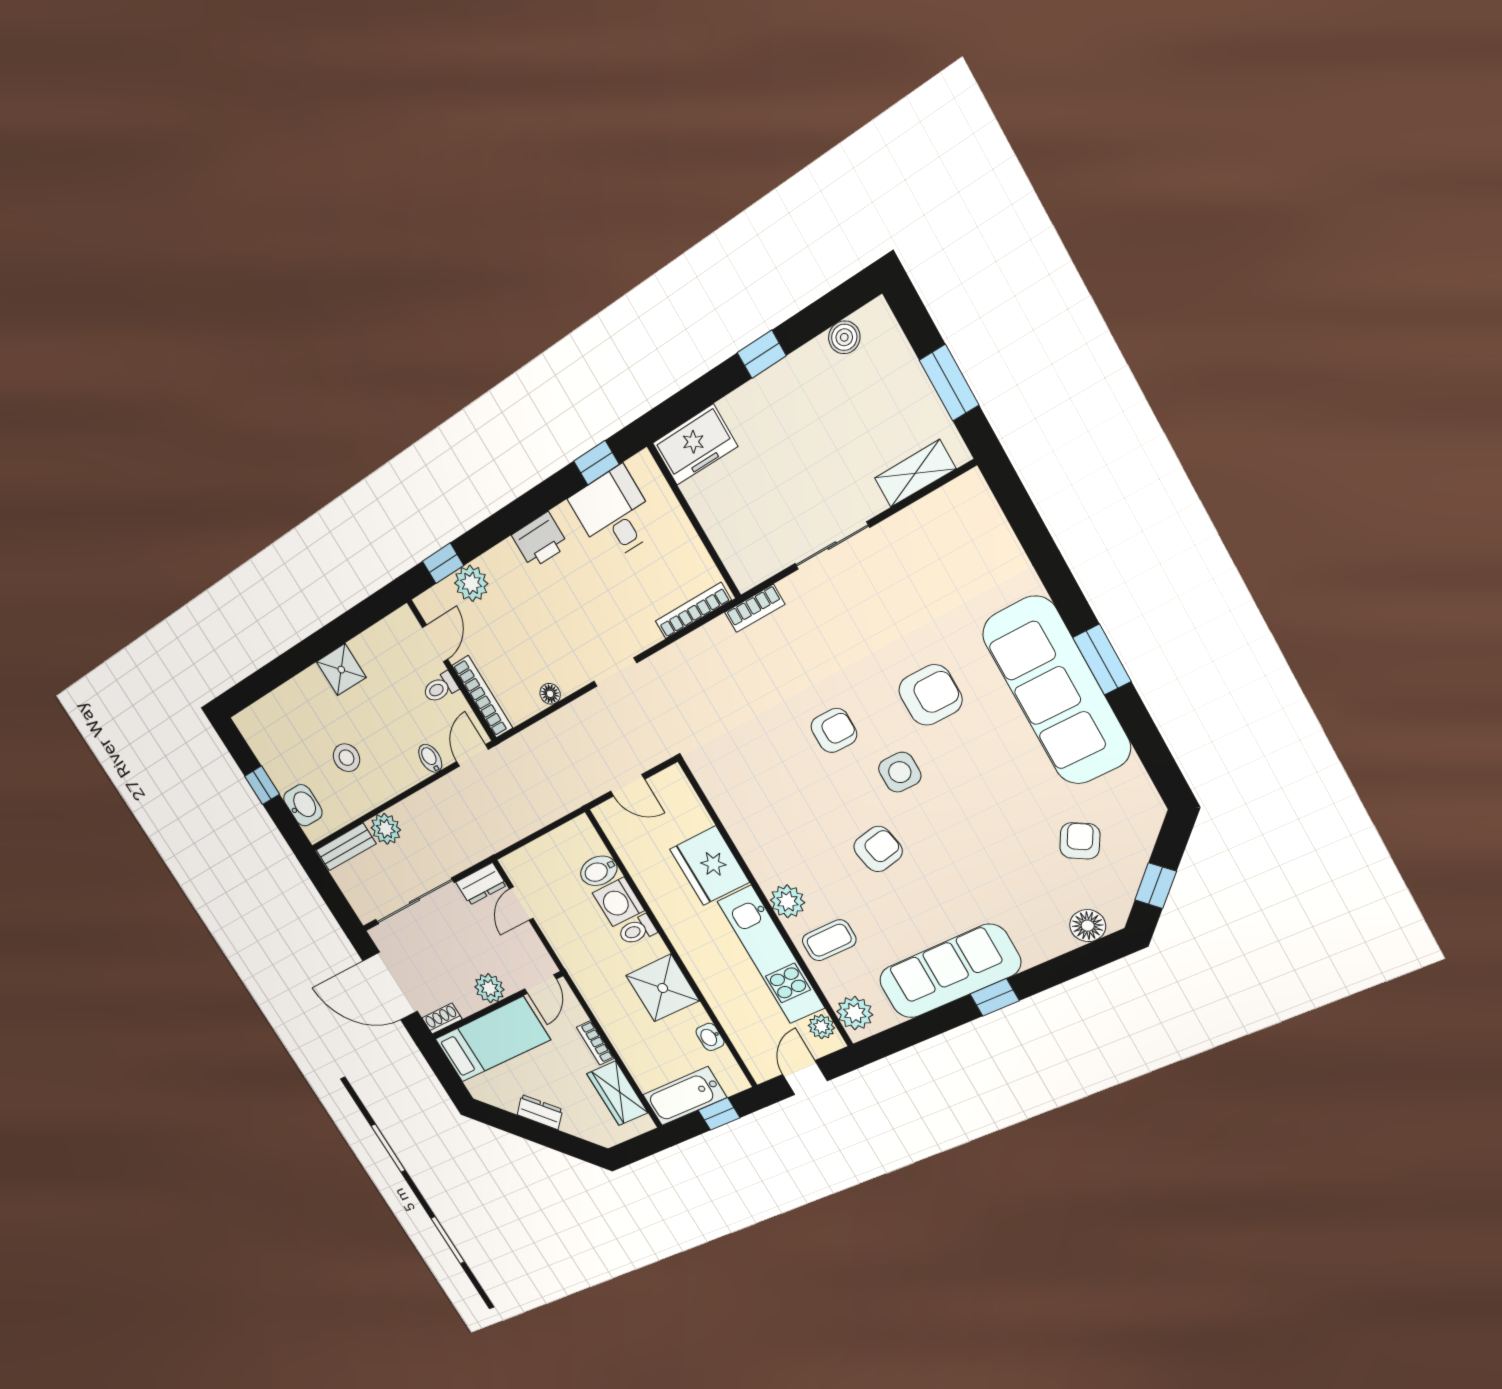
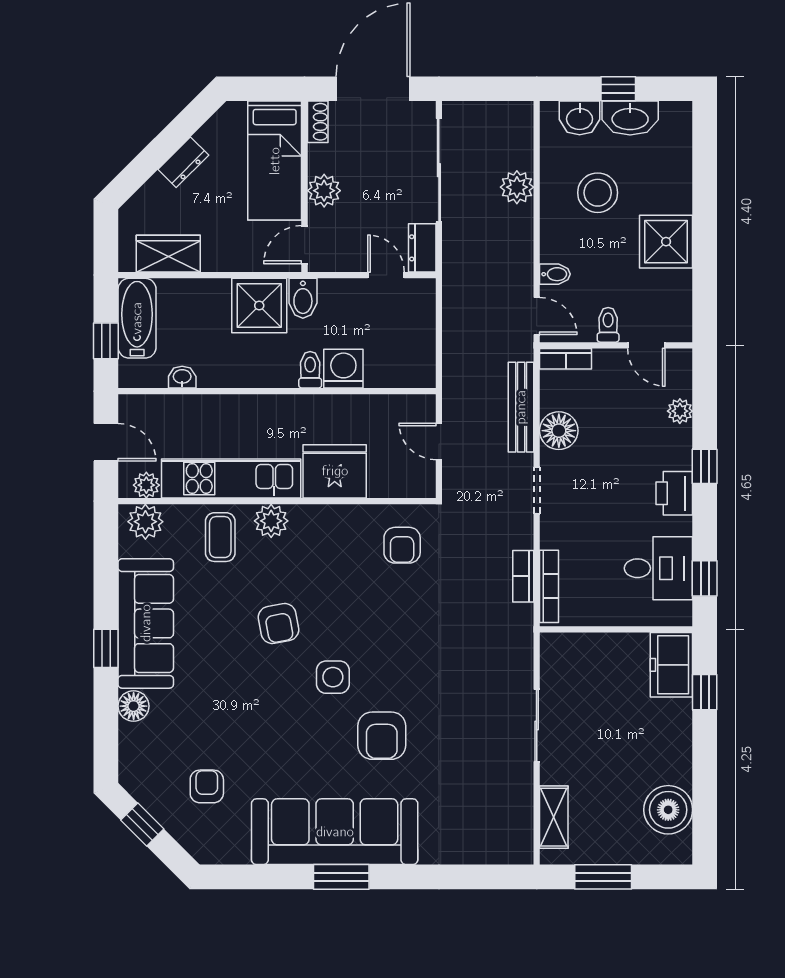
boiler: (844, 337) -> (668, 810), width x1.86, depth x1.86
window: (762, 354) -> (705, 692), moved
window: (443, 563) -> (705, 466), moved
plant: (471, 583) -> (680, 411), width x0.73, depth x0.73
bookcase: (755, 608) -> (523, 576), moved
shower: (341, 670) -> (666, 242), width x1.36, depth x1.36
floor lamp: (550, 694) -> (559, 431), width x1.89, depth x1.89
bookcase: (482, 697) -> (566, 359), width x0.64
armchair: (834, 730) -> (402, 545), moved
stool: (346, 758) -> (598, 193), width x1.38, depth x1.38
washbasin: (276, 763) -> (630, 118), added
door: (628, 785) -> (439, 441), hinge flipped
armchair: (1080, 841) -> (207, 786), turned -120
bench: (346, 847) -> (521, 407), moved, width x1.36
bidet: (599, 871) -> (303, 298), moved, turned 180
floor lamp: (1088, 926) -> (134, 706), moved
door: (540, 984) -> (305, 245), hinge flipped
shower: (663, 988) -> (259, 306), moved
bookcase: (595, 1043) -> (225, 263), removed

